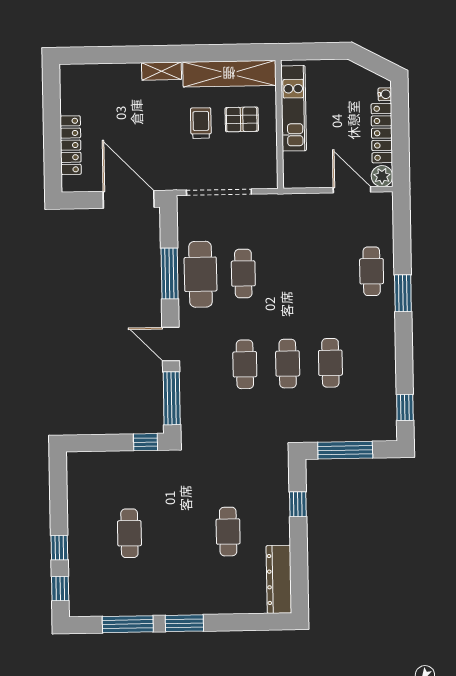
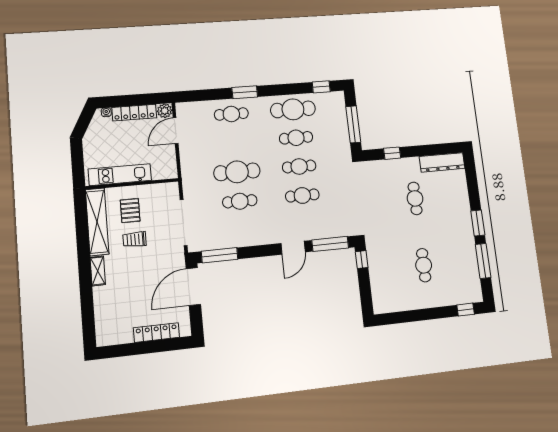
window: (170, 274) -> (220, 255), moved
cafe table: (200, 274) -> (237, 172), moved
cafe table: (373, 362) -> (293, 109), added
cafe table: (228, 532) -> (415, 198), turned 90
cafe table: (129, 533) -> (424, 265), turned 90
window: (59, 548) -> (439, 313), removed

